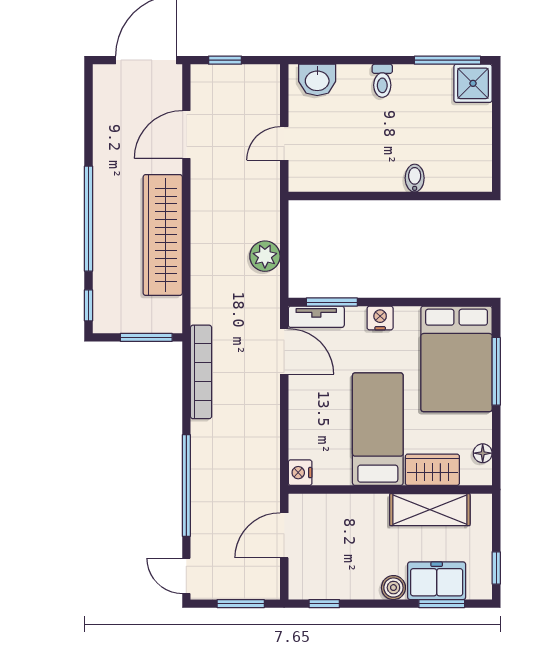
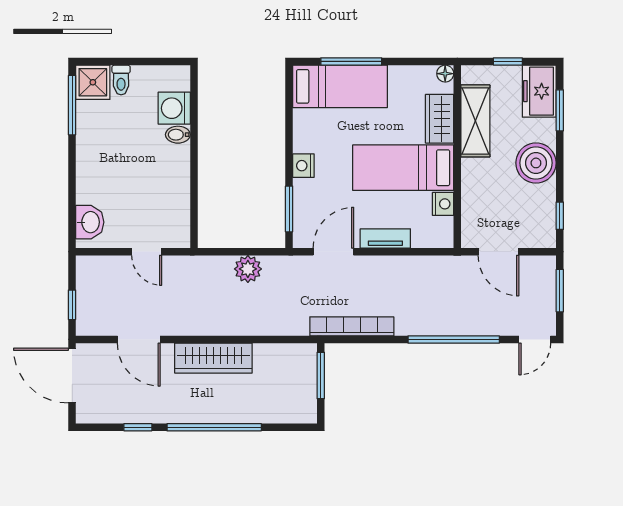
toilet: (382, 81) -> (121, 80), moved, turned 90
washing machine: (444, 174) -> (174, 108), added
wardrobe: (163, 235) -> (213, 358), width x0.71, depth x0.85
window: (89, 305) -> (138, 427), moved
tv unit: (316, 317) -> (385, 238), moved, turned -90
bed: (457, 359) -> (340, 86), width x0.67
floor lamp: (483, 453) -> (445, 74), moved
nightstand: (300, 473) -> (443, 204), moved, turned -90
window: (496, 568) -> (508, 61), moved
freezer: (437, 581) -> (539, 91), moved
boiler: (393, 588) -> (536, 163), width x1.86, depth x1.86

